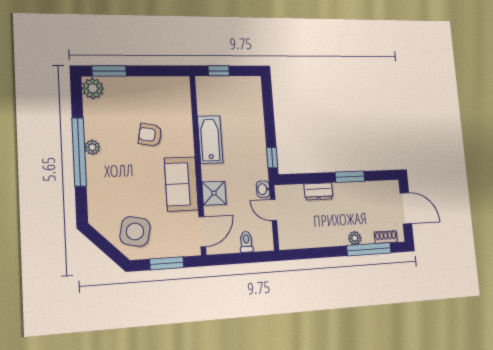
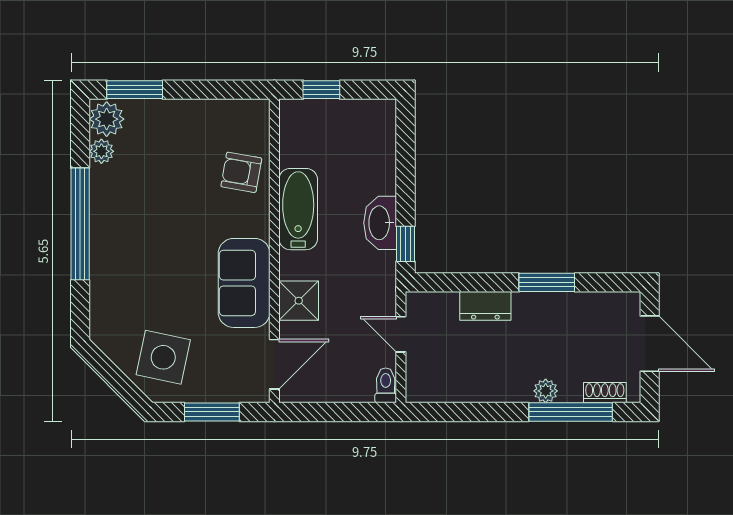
armchair: (150, 135) -> (241, 172), moved
plant: (92, 147) -> (101, 151), moved
washbasin: (263, 189) -> (380, 223), moved, width x1.91, depth x1.45
toilet: (246, 242) -> (386, 385), moved

